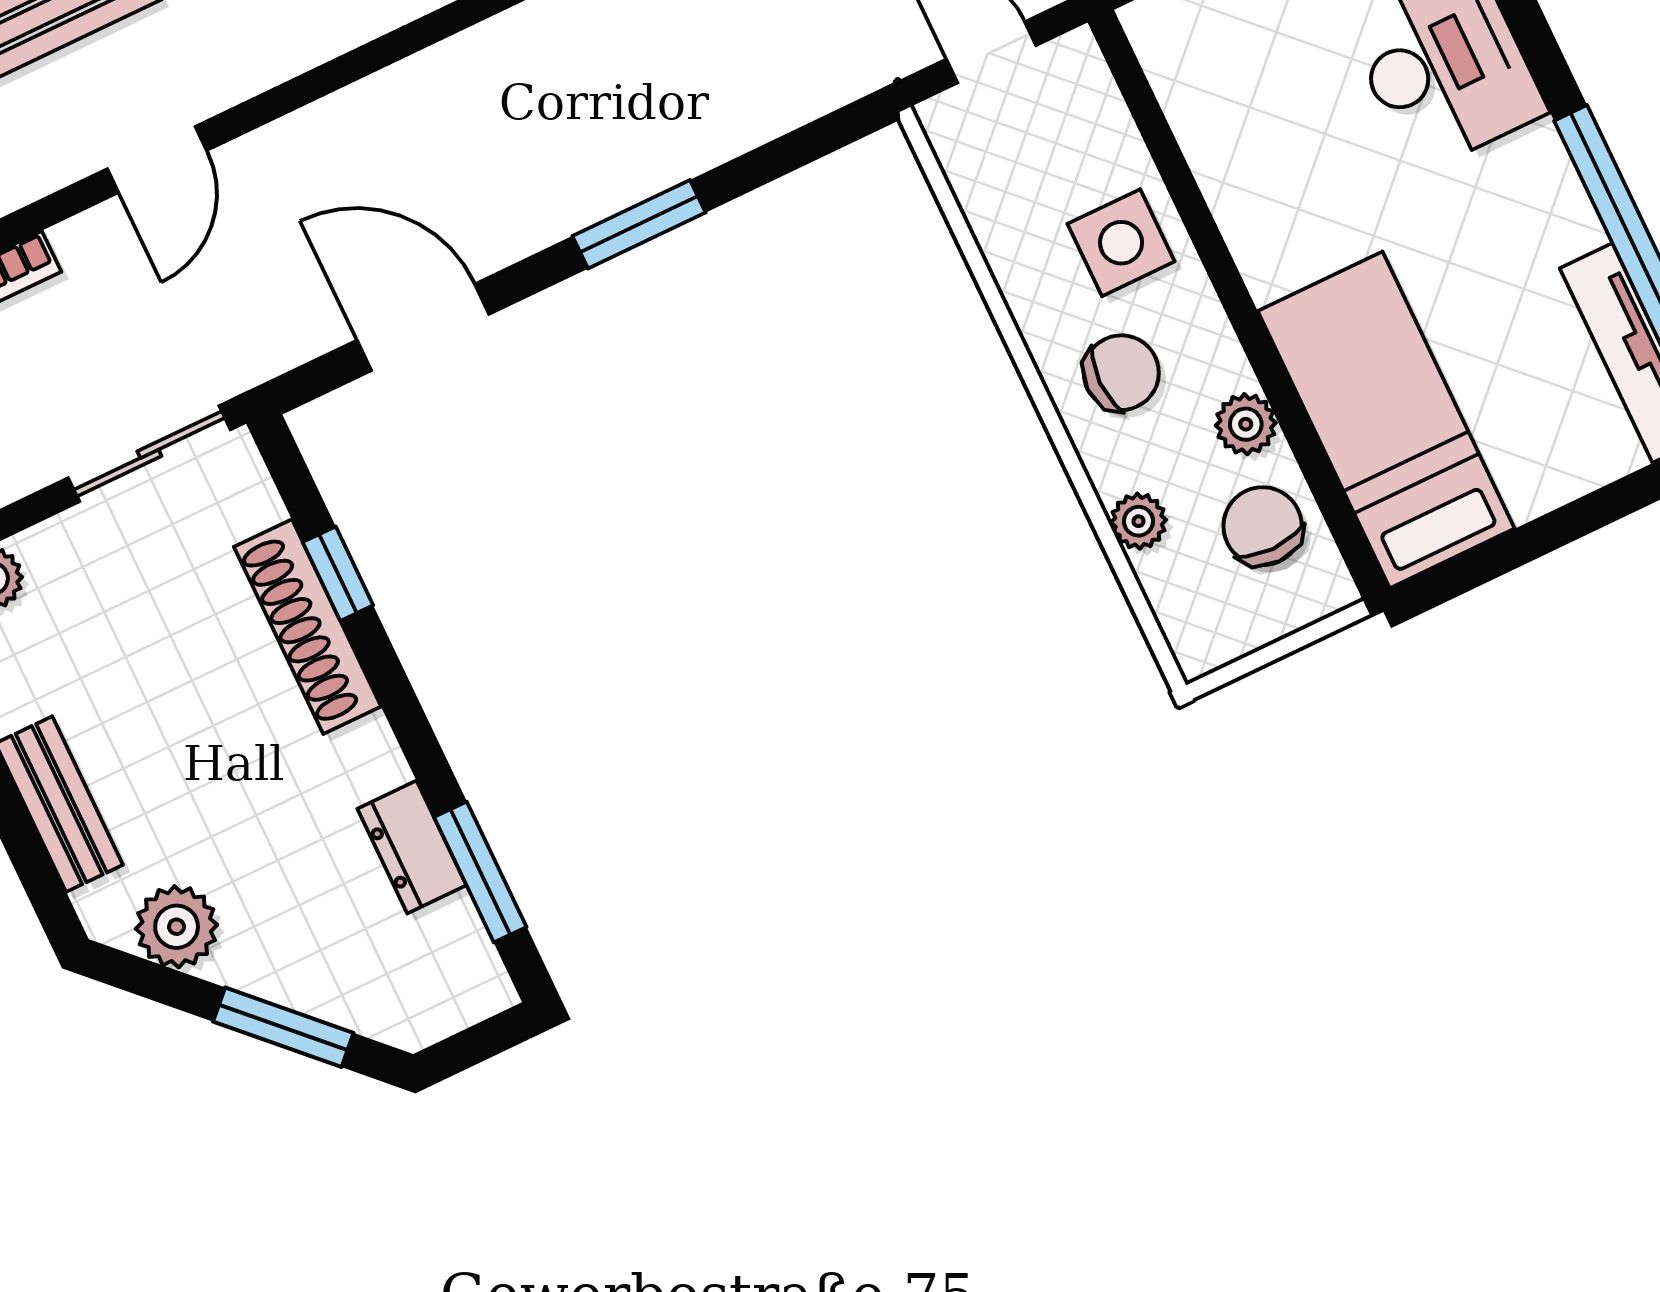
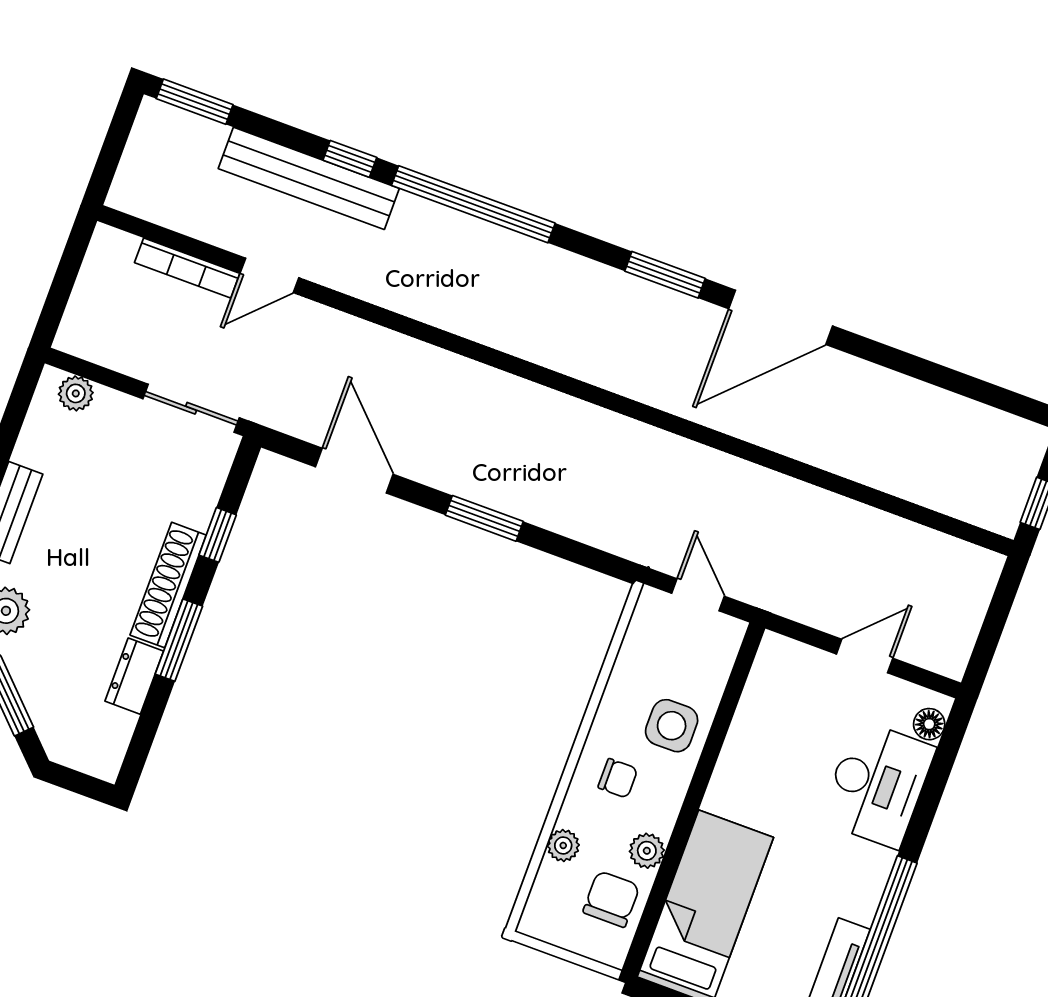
door: (157, 160) -> (269, 275), moved
chair: (1121, 373) -> (618, 778), width x0.73, depth x0.73
shoe rack: (308, 627) -> (168, 585), moved
window: (480, 872) -> (179, 640), moved

